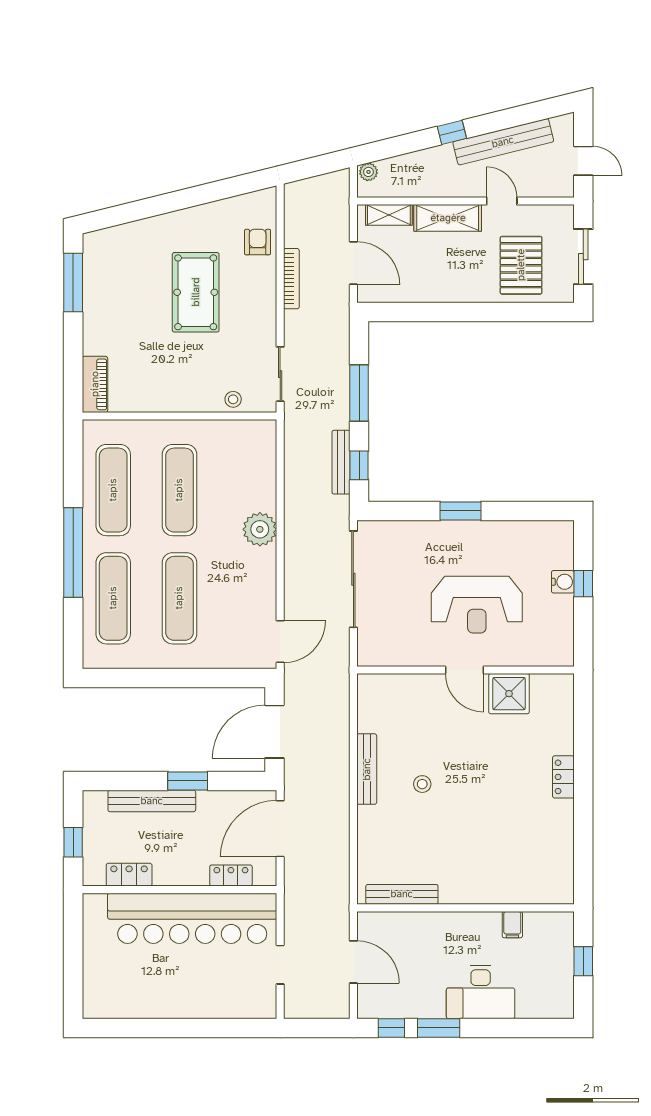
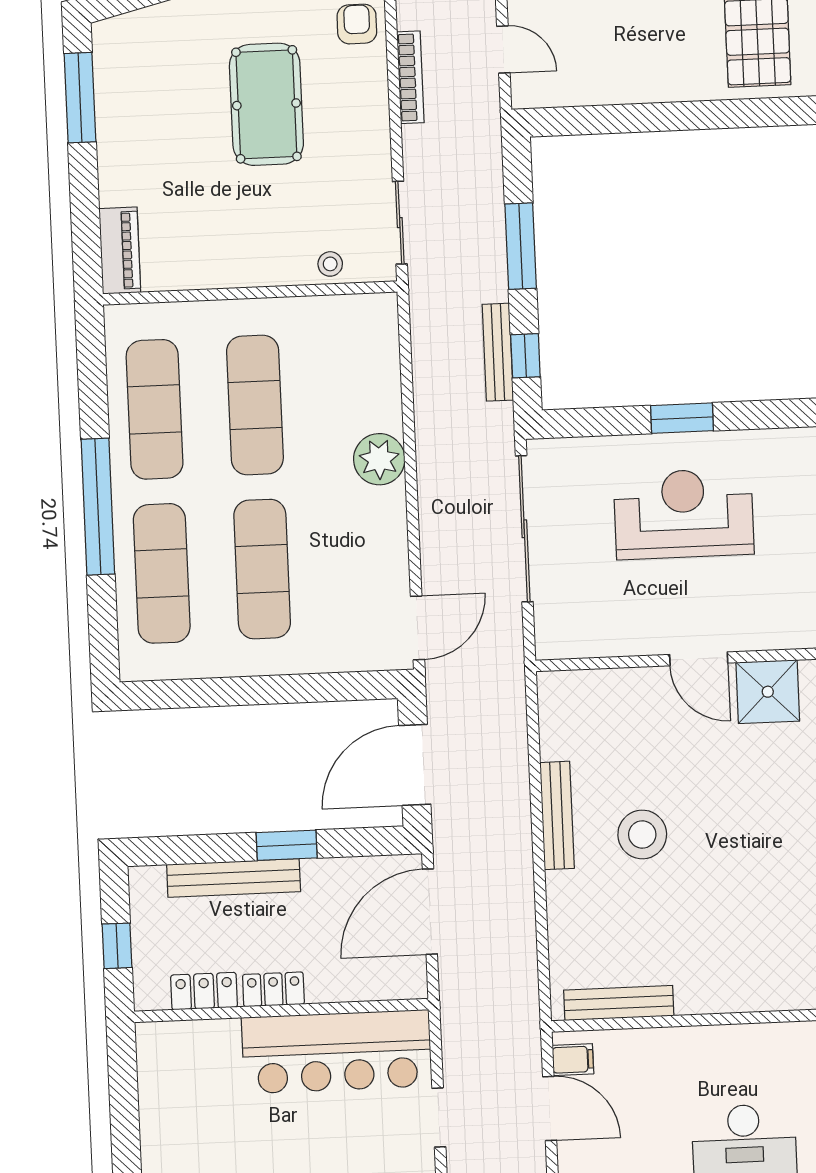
door: (353, 263) -> (503, 49), width x0.73
reception desk: (477, 605) -> (684, 514), moved, turned 180
stool: (422, 784) -> (642, 834), width x1.89, depth x1.89
locker: (231, 875) -> (273, 989), moved
bar counter: (192, 918) -> (337, 1052), width x0.73
filing cabinet: (512, 925) -> (573, 1060), moved, turned -90

